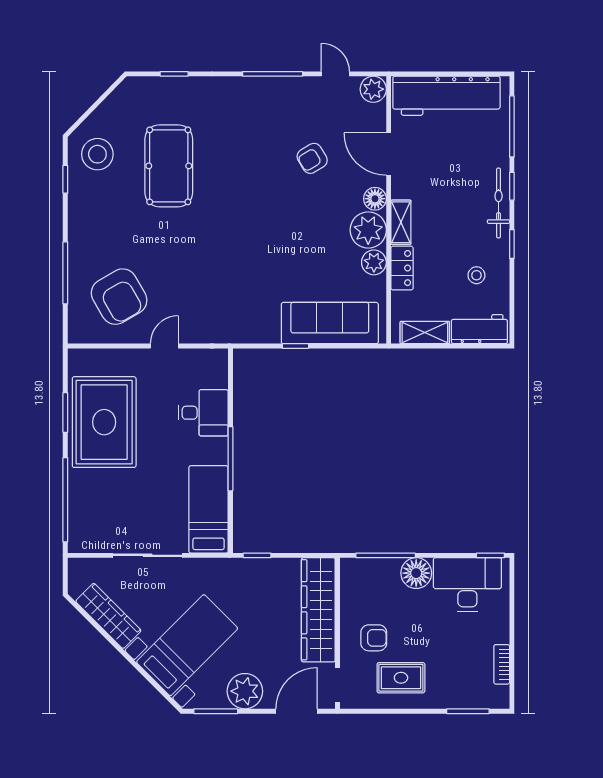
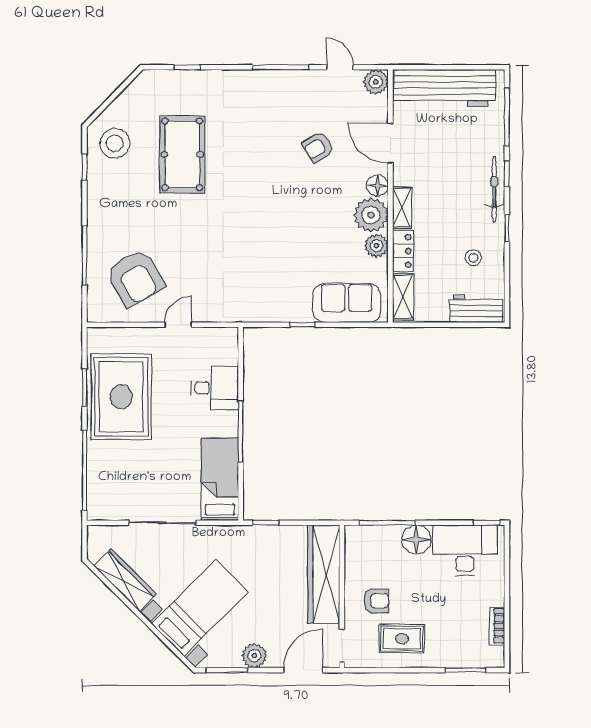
sofa: (330, 323) -> (347, 303), width x0.73
shelving: (425, 333) -> (403, 297), moved, turned 90
plant: (245, 691) -> (254, 656), width x0.73, depth x0.73

